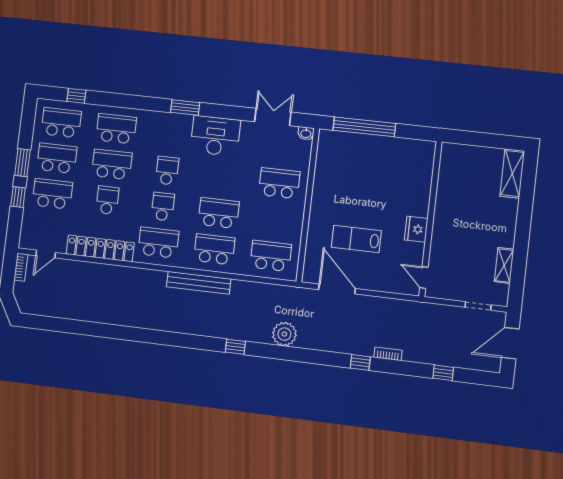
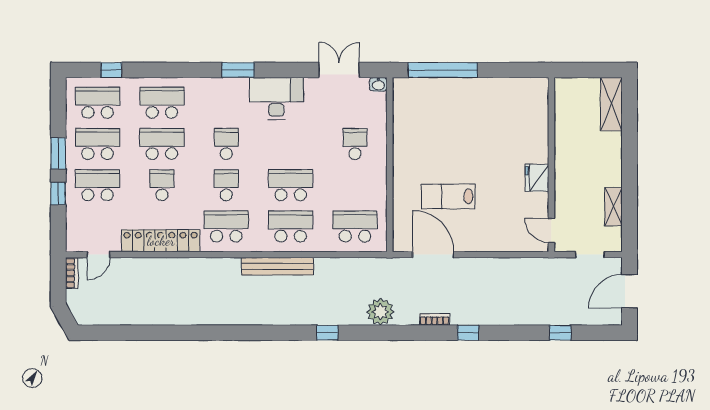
school desk: (279, 183) -> (355, 144), width x0.54
wall: (430, 219) -> (551, 165), moved
fridge: (416, 229) -> (537, 178), moved
door: (424, 278) -> (551, 230), moved
bookcase: (388, 354) -> (434, 319), moved

